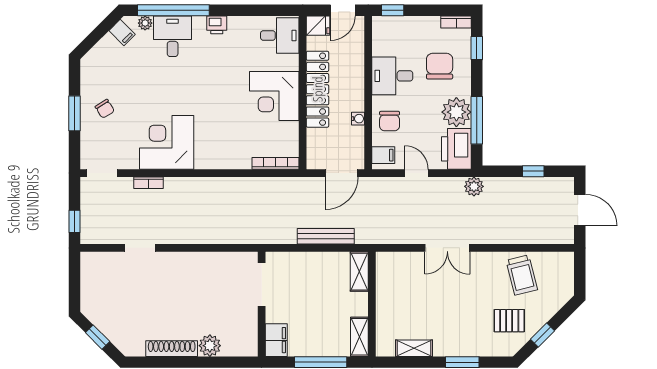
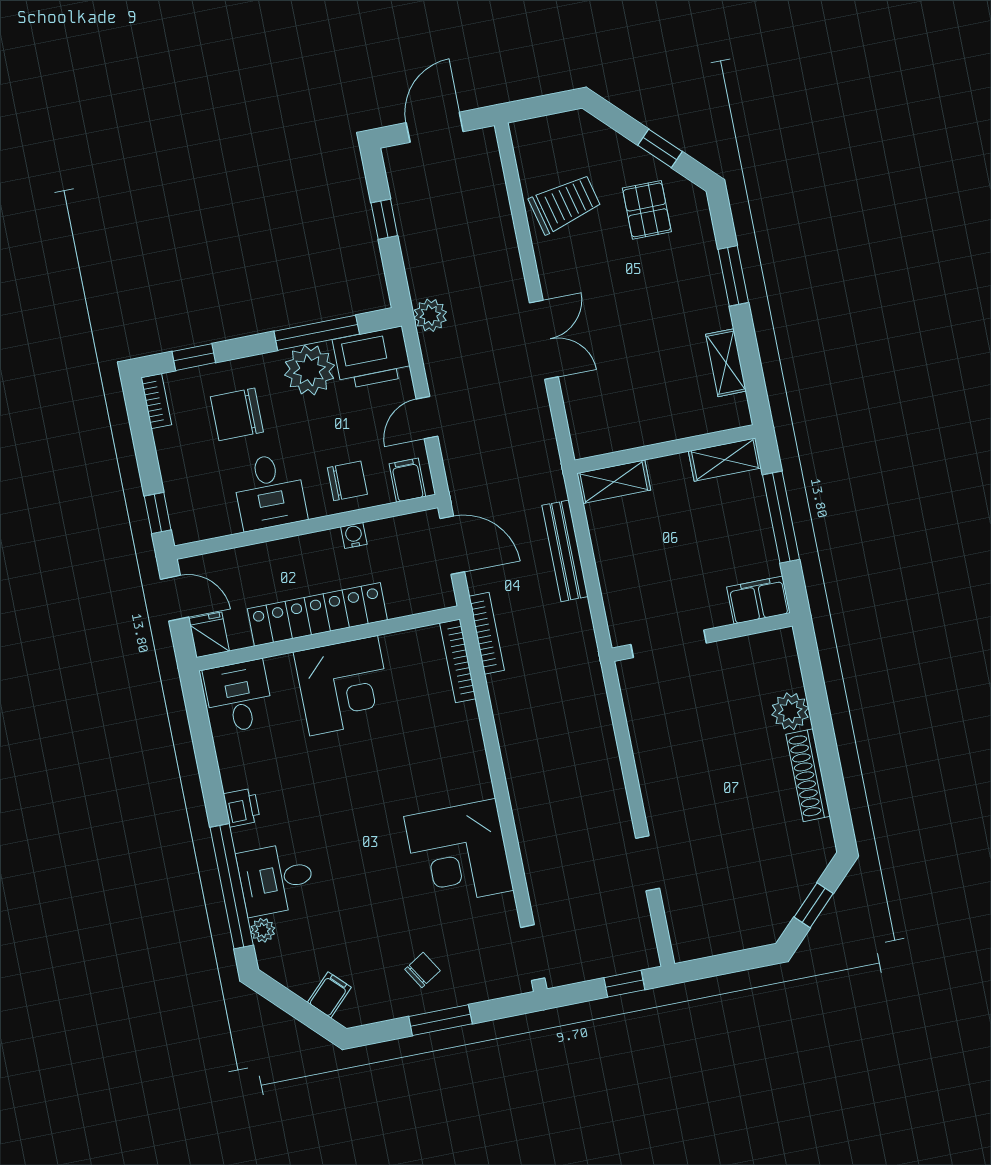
filing cabinet: (122, 32) -> (329, 995), moved
bookcase: (148, 183) -> (487, 633), moved, width x1.56

